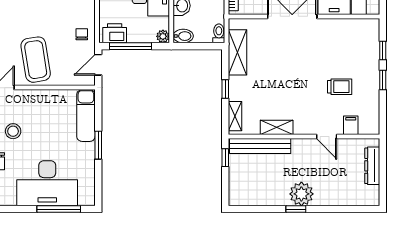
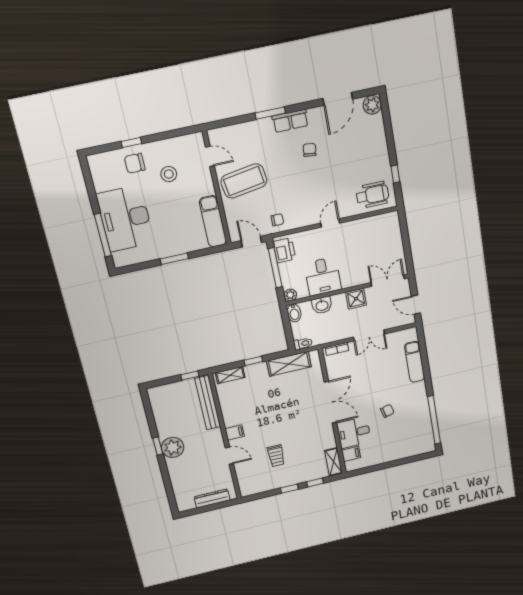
exam couch: (86, 116) -> (213, 221), moved, turned -90
filing cabinet: (351, 125) -> (235, 433), moved
shelving: (277, 127) -> (334, 462), moved
door: (327, 137) -> (229, 456), swing flipped

